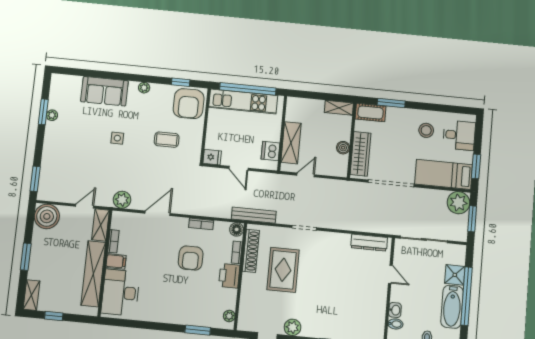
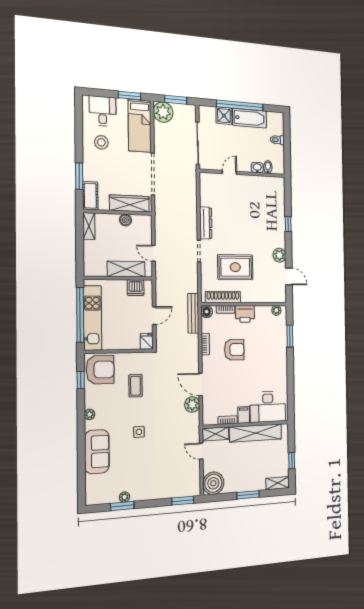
plant: (122, 200) -> (192, 404), moved
bench: (254, 215) -> (193, 313), moved
dresser: (369, 243) -> (206, 223), moved

